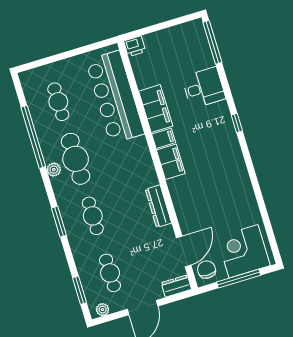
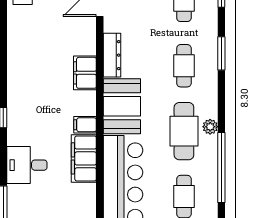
filing cabinet: (171, 162) -> (85, 73), moved
booth: (136, 164) -> (122, 106), added
window: (59, 222) -> (221, 53), moved

